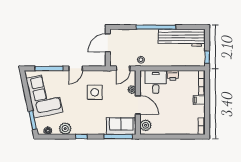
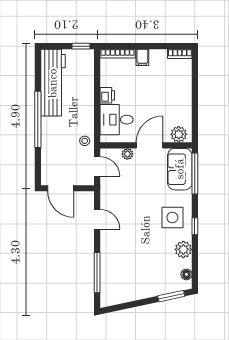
door: (76, 68) -> (97, 219), moved
side table: (95, 92) -> (172, 218), moved
corner sofa: (44, 95) -> (136, 279), removed

